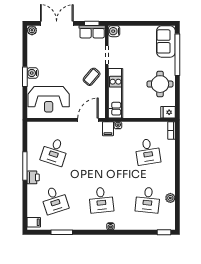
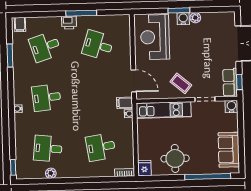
plant: (32, 30) -> (195, 18), moved
sofa: (166, 41) -> (229, 150), moved, turned -90

